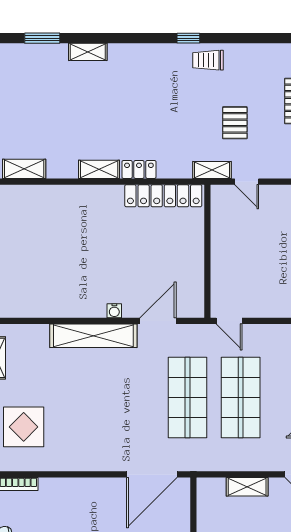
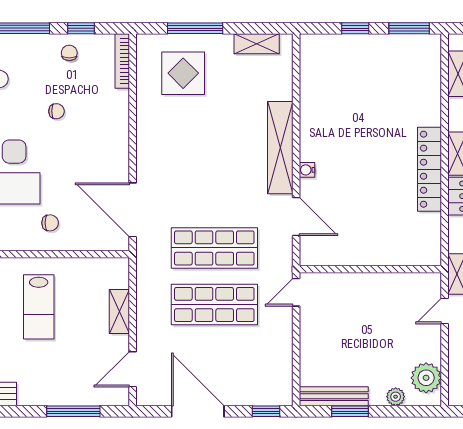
locker: (163, 196) -> (429, 169), moved

